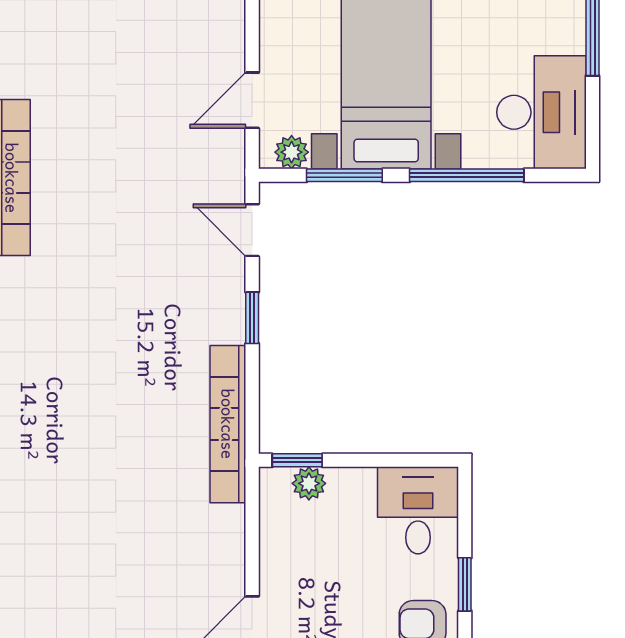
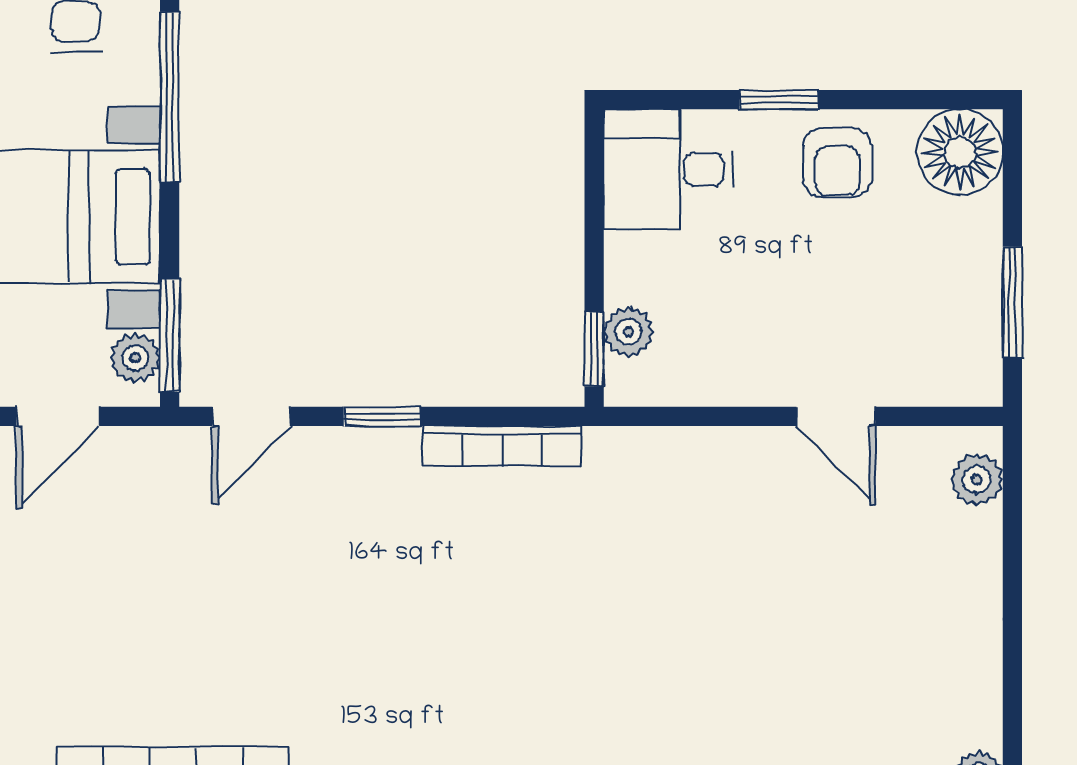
door: (252, 100) -> (58, 416), hinge flipped
window: (344, 175) -> (170, 335), moved
bookcase: (228, 424) -> (502, 446), width x0.68, depth x0.76

